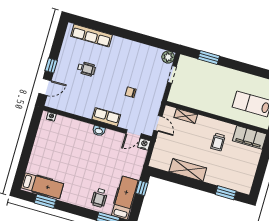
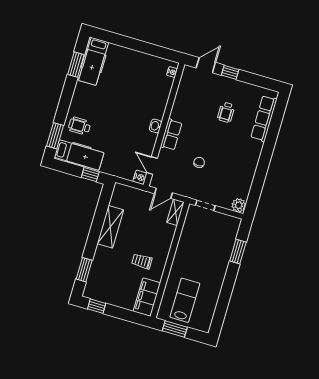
doorway: (172, 74) -> (205, 206), moved
door: (45, 87) -> (206, 65), swing flipped
shelving: (186, 116) -> (175, 212), moved
window: (258, 182) -> (97, 306), added

